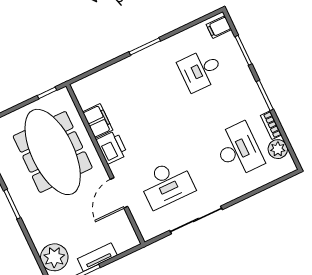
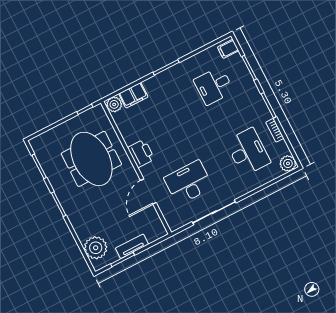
plant: (82, 88) -> (114, 104), added
filing cabinet: (98, 121) -> (133, 95), moved, turned 90
plant: (278, 149) -> (288, 163), moved
meeting table: (53, 152) -> (91, 159), width x0.73
desk: (167, 184) -> (188, 183), turned 180

